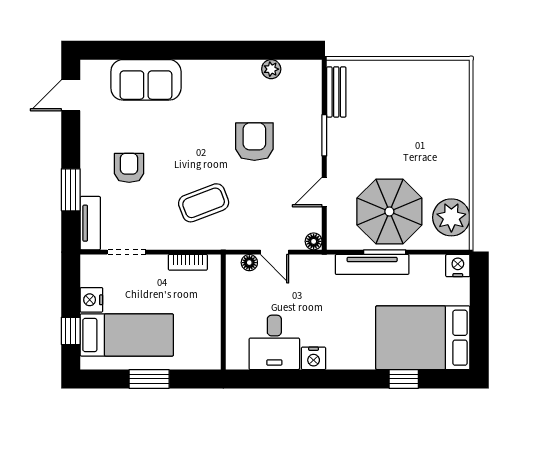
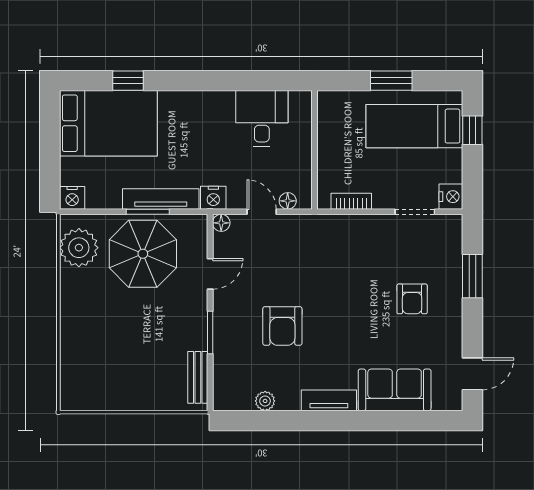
coffee table: (204, 203) -> (335, 263), removed
tv unit: (90, 223) -> (329, 400), moved, turned 90
nightstand: (91, 300) -> (451, 197), moved
nightstand: (314, 358) -> (213, 198), moved, turned 180

